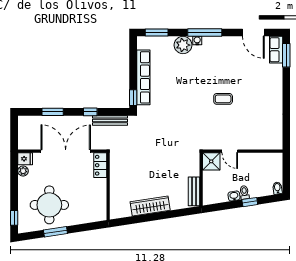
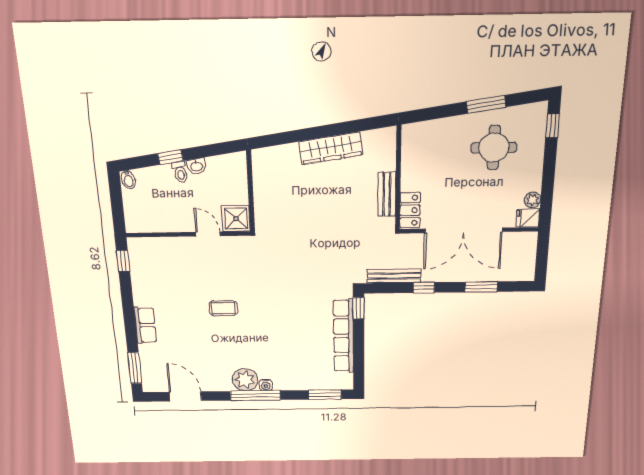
plant: (183, 45) -> (245, 380), moved
row of seats: (276, 50) -> (145, 325), moved
window: (286, 133) -> (123, 261), added
bench: (194, 191) -> (387, 194), moved
round table: (49, 205) -> (494, 148), width x0.73, depth x0.73

